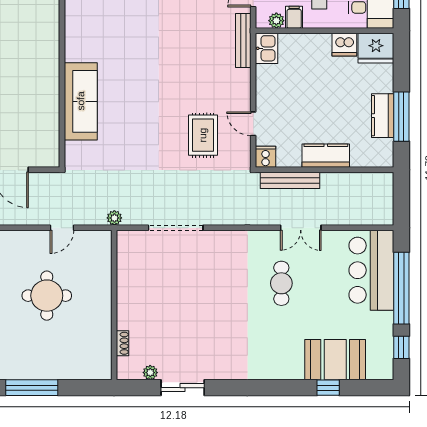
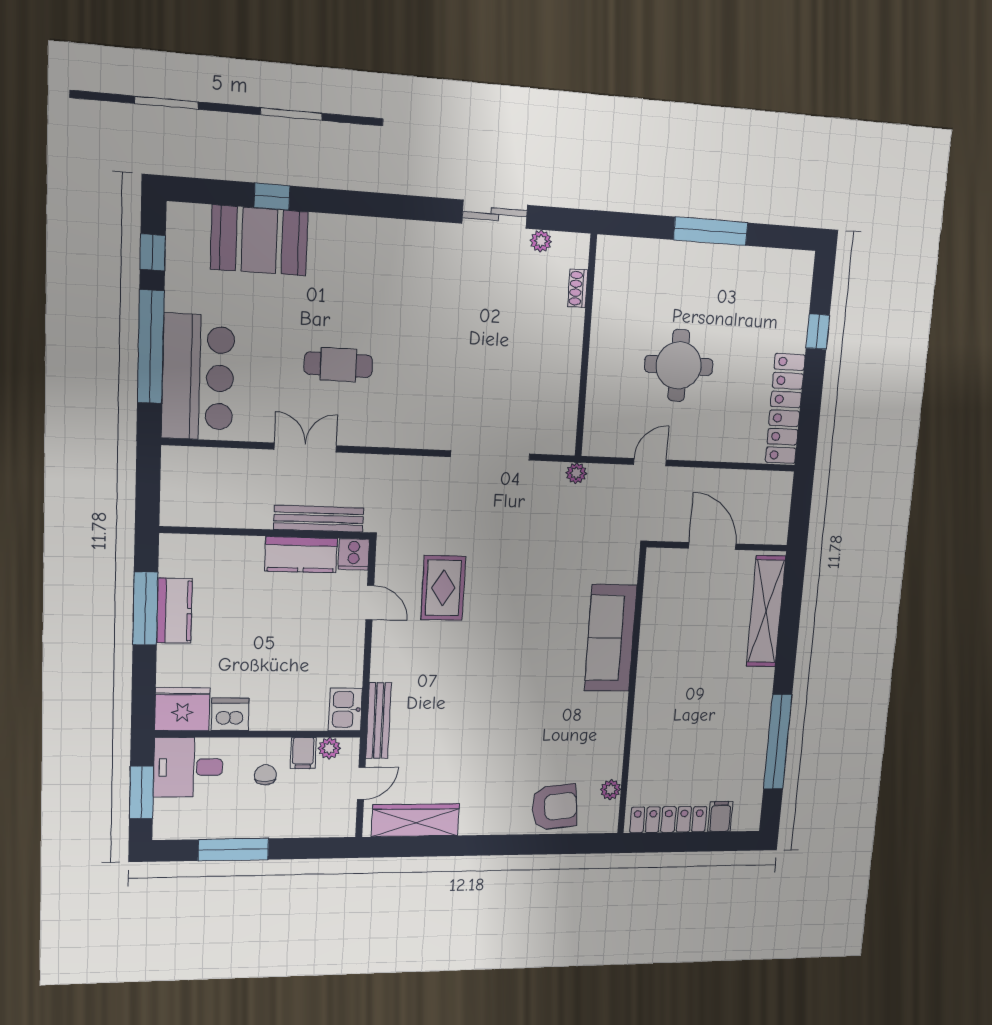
kitchen counter: (326, 156) -> (301, 555), moved
cafe table: (281, 283) -> (338, 365), turned 90

